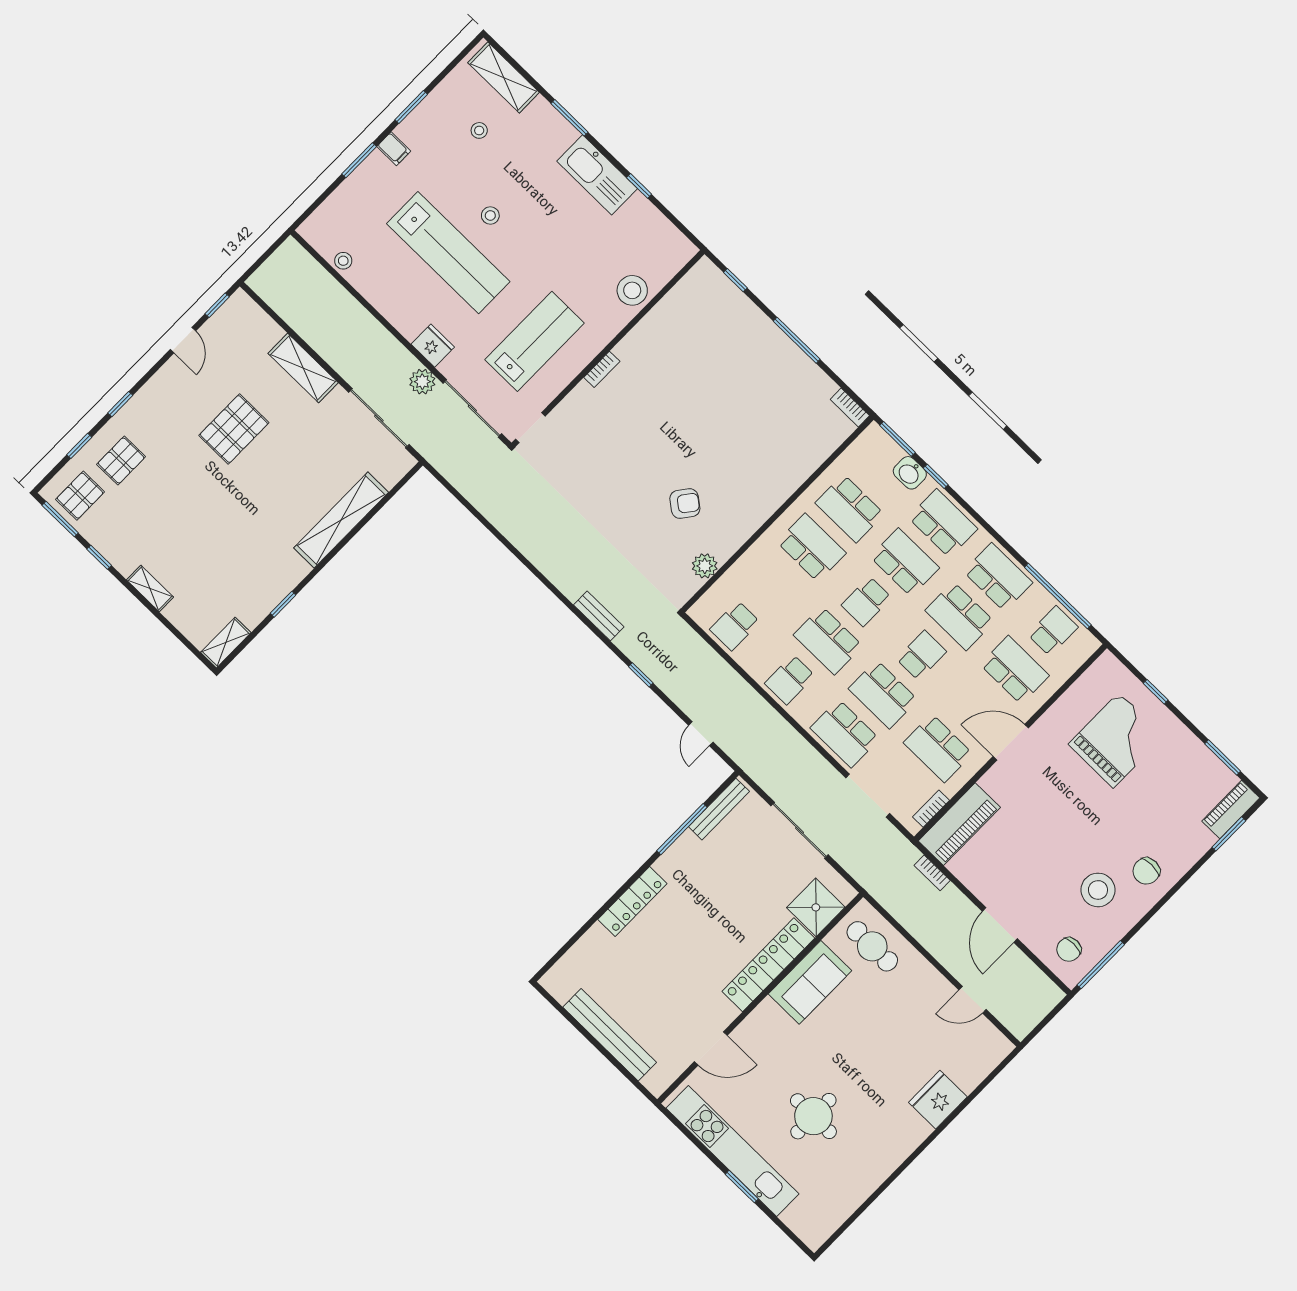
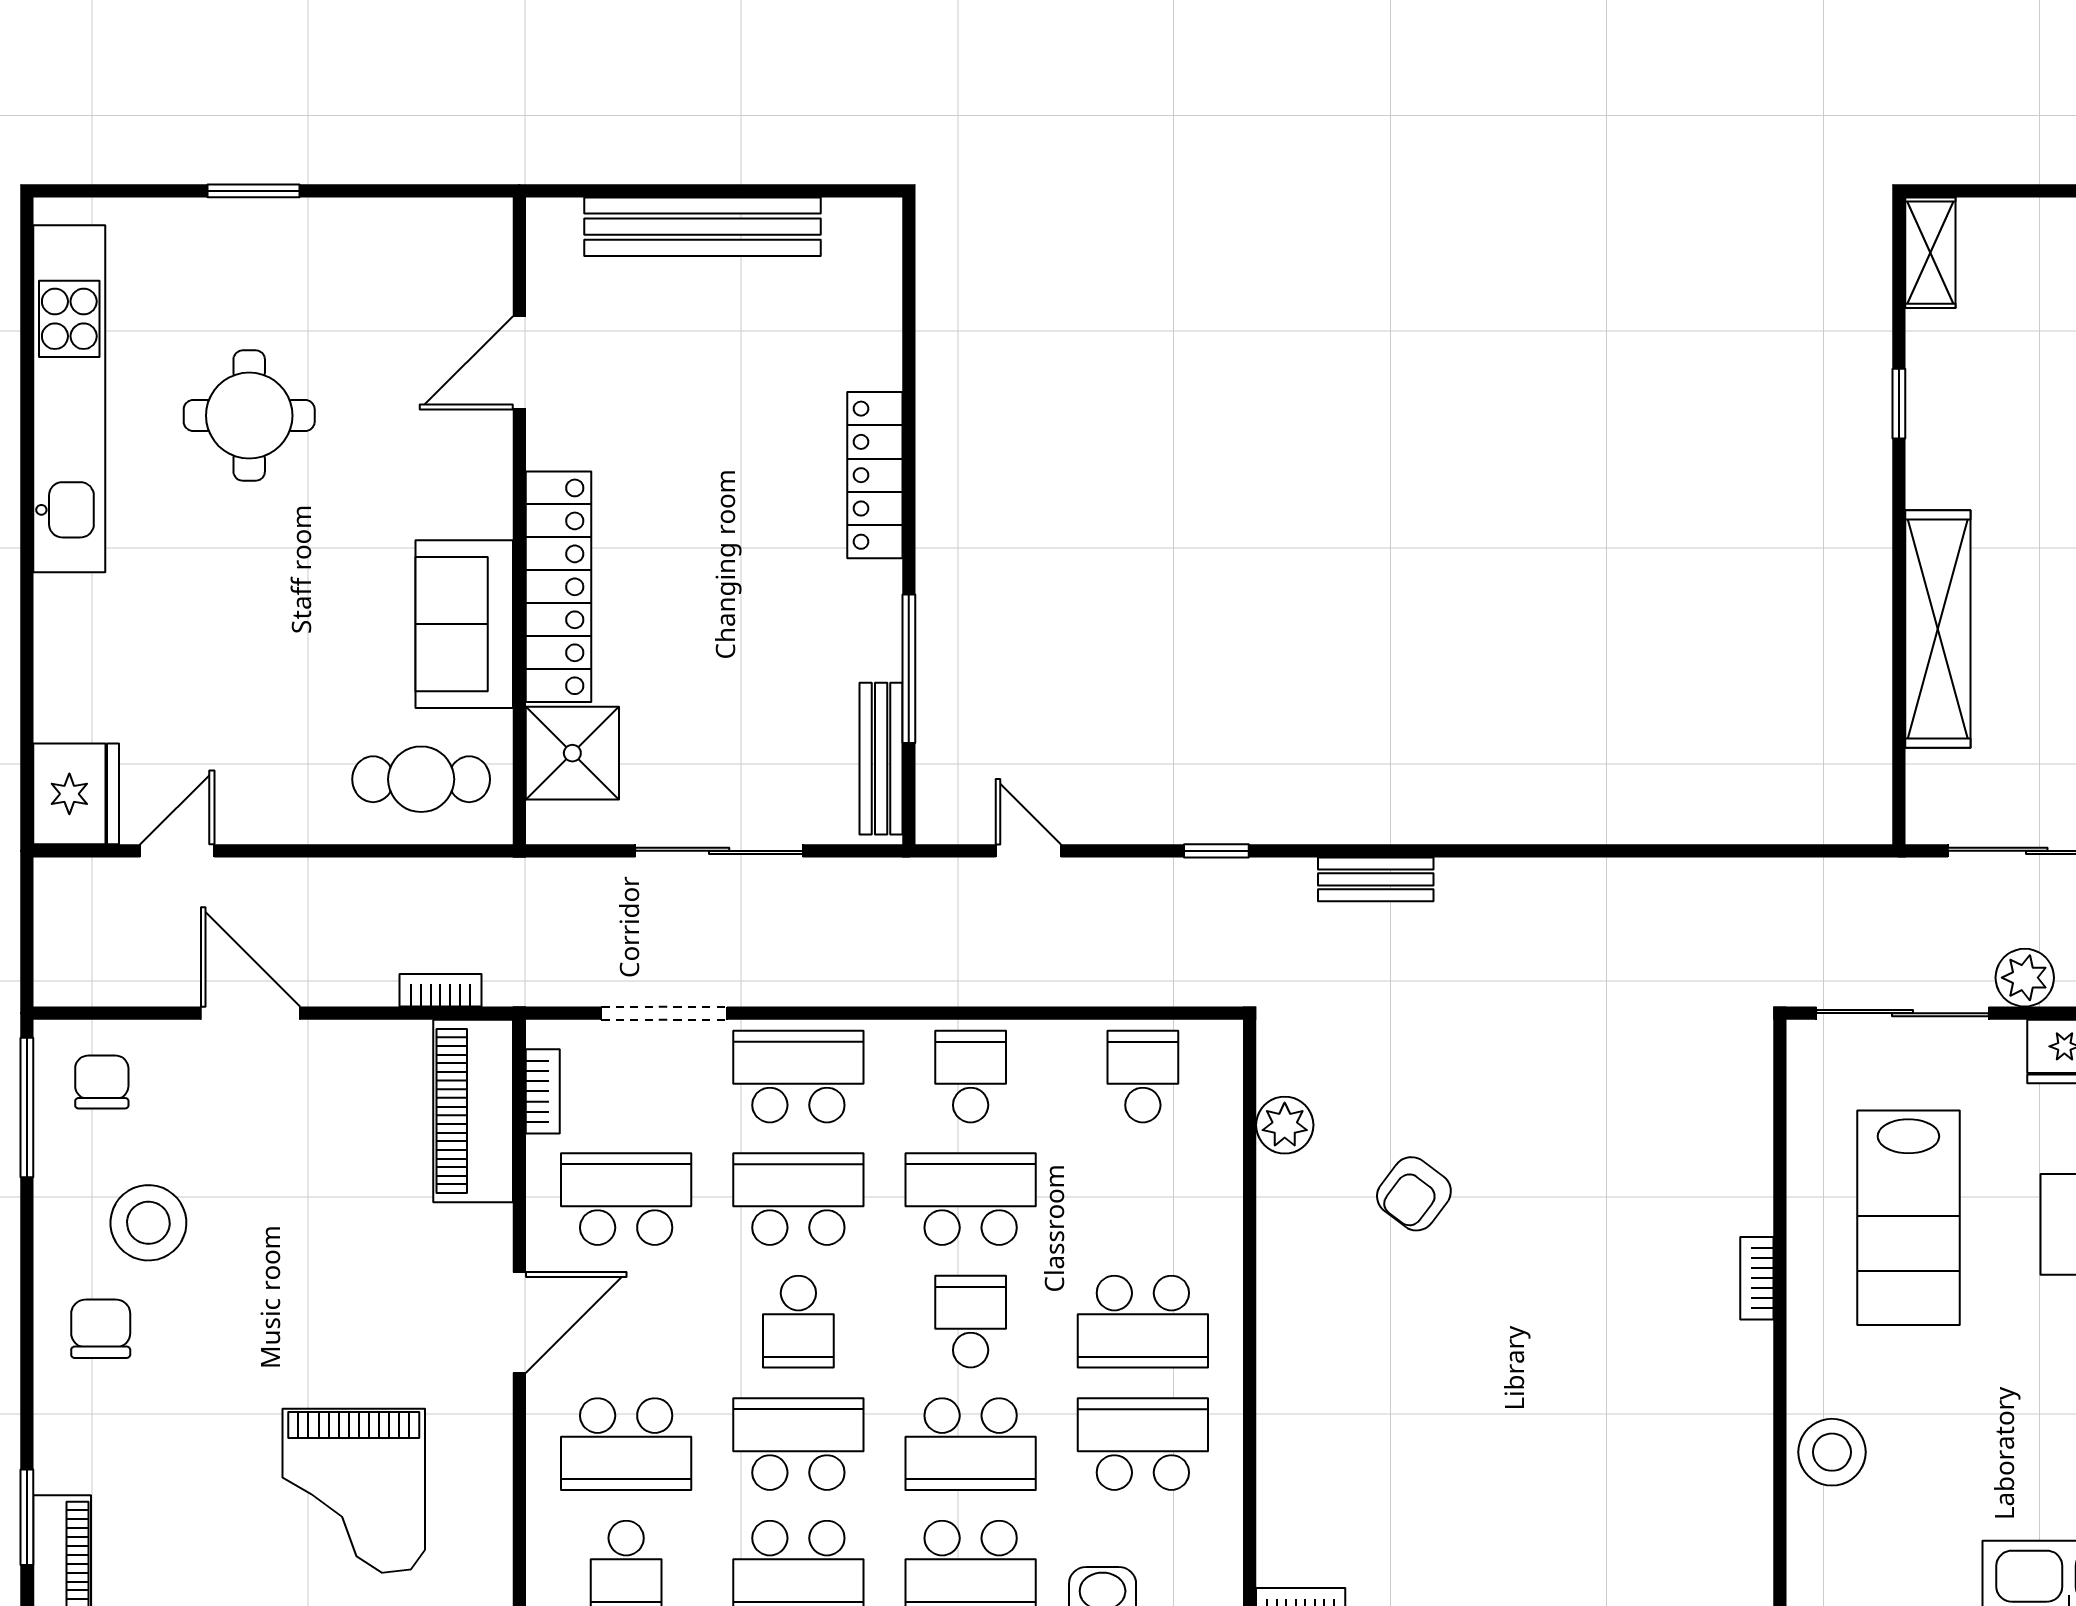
doorway: (530, 428) -> (1780, 1073), removed
fridge: (938, 1100) -> (76, 794), moved
kitchen unit: (733, 1151) -> (69, 399), moved, turned -90

